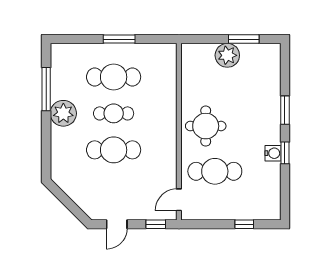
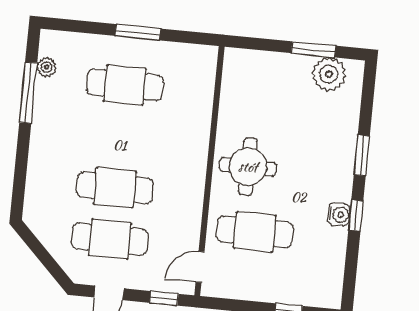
plant: (227, 55) -> (329, 74), moved
plant: (63, 113) -> (47, 67), moved, width x0.53, depth x0.53
cafe table: (114, 113) -> (110, 239), moved, width x1.37, depth x1.35

